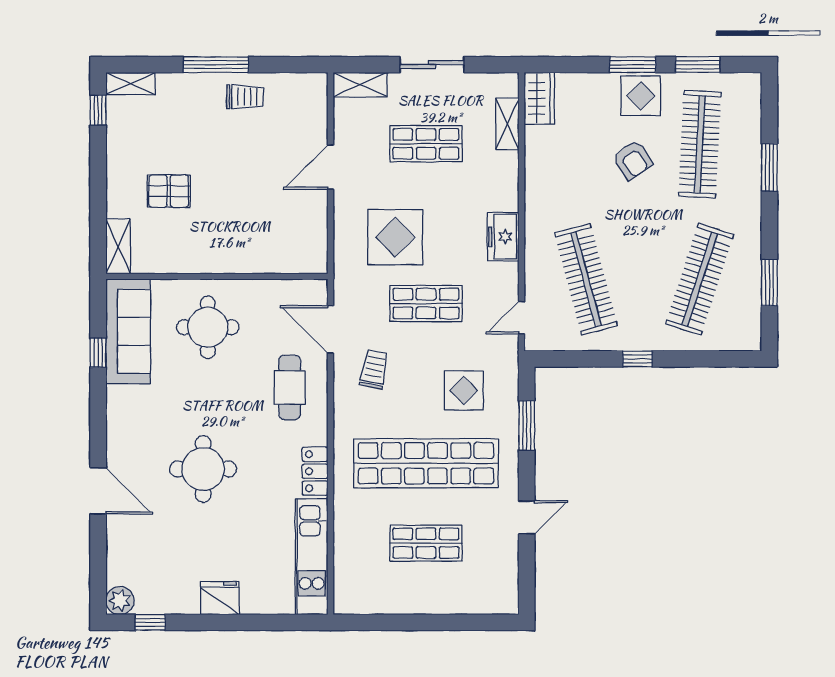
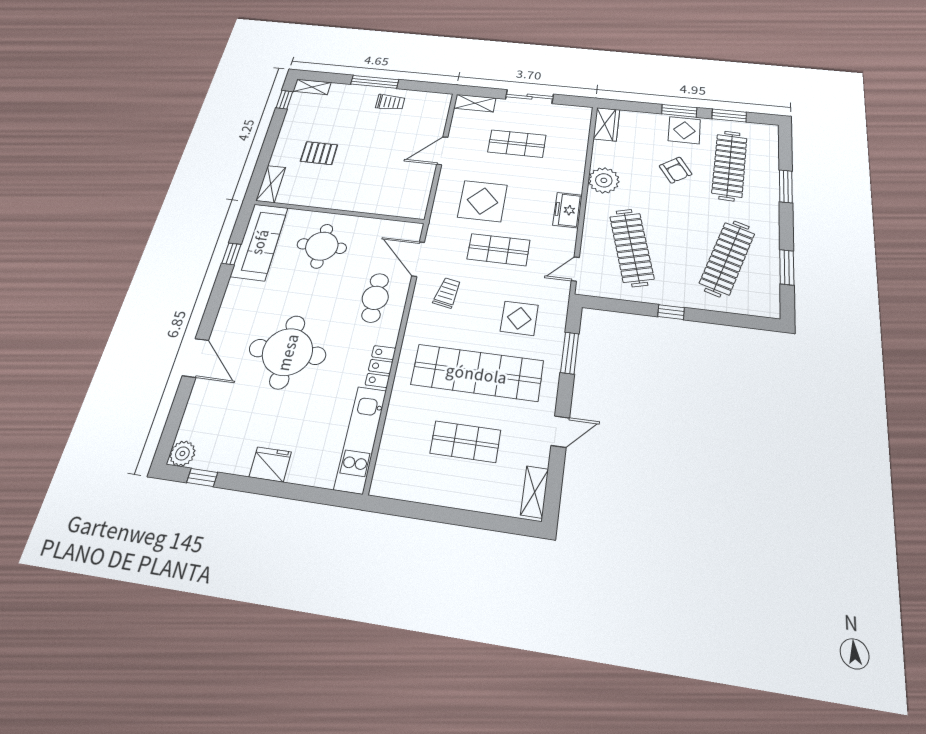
shelving: (507, 124) -> (535, 492), moved
plant: (544, 187) -> (604, 180), added
round table: (203, 469) -> (287, 352), width x1.36, depth x1.36

